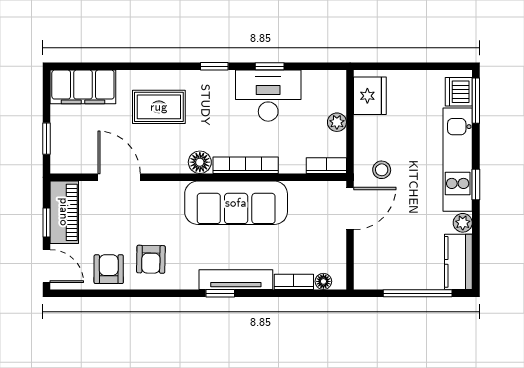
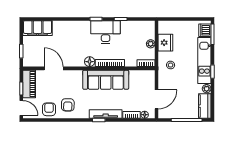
desk: (268, 96) -> (106, 32), moved
fridge: (370, 96) -> (165, 43), moved
rug: (159, 107) -> (71, 37), removed
door: (350, 208) -> (156, 99), moved

